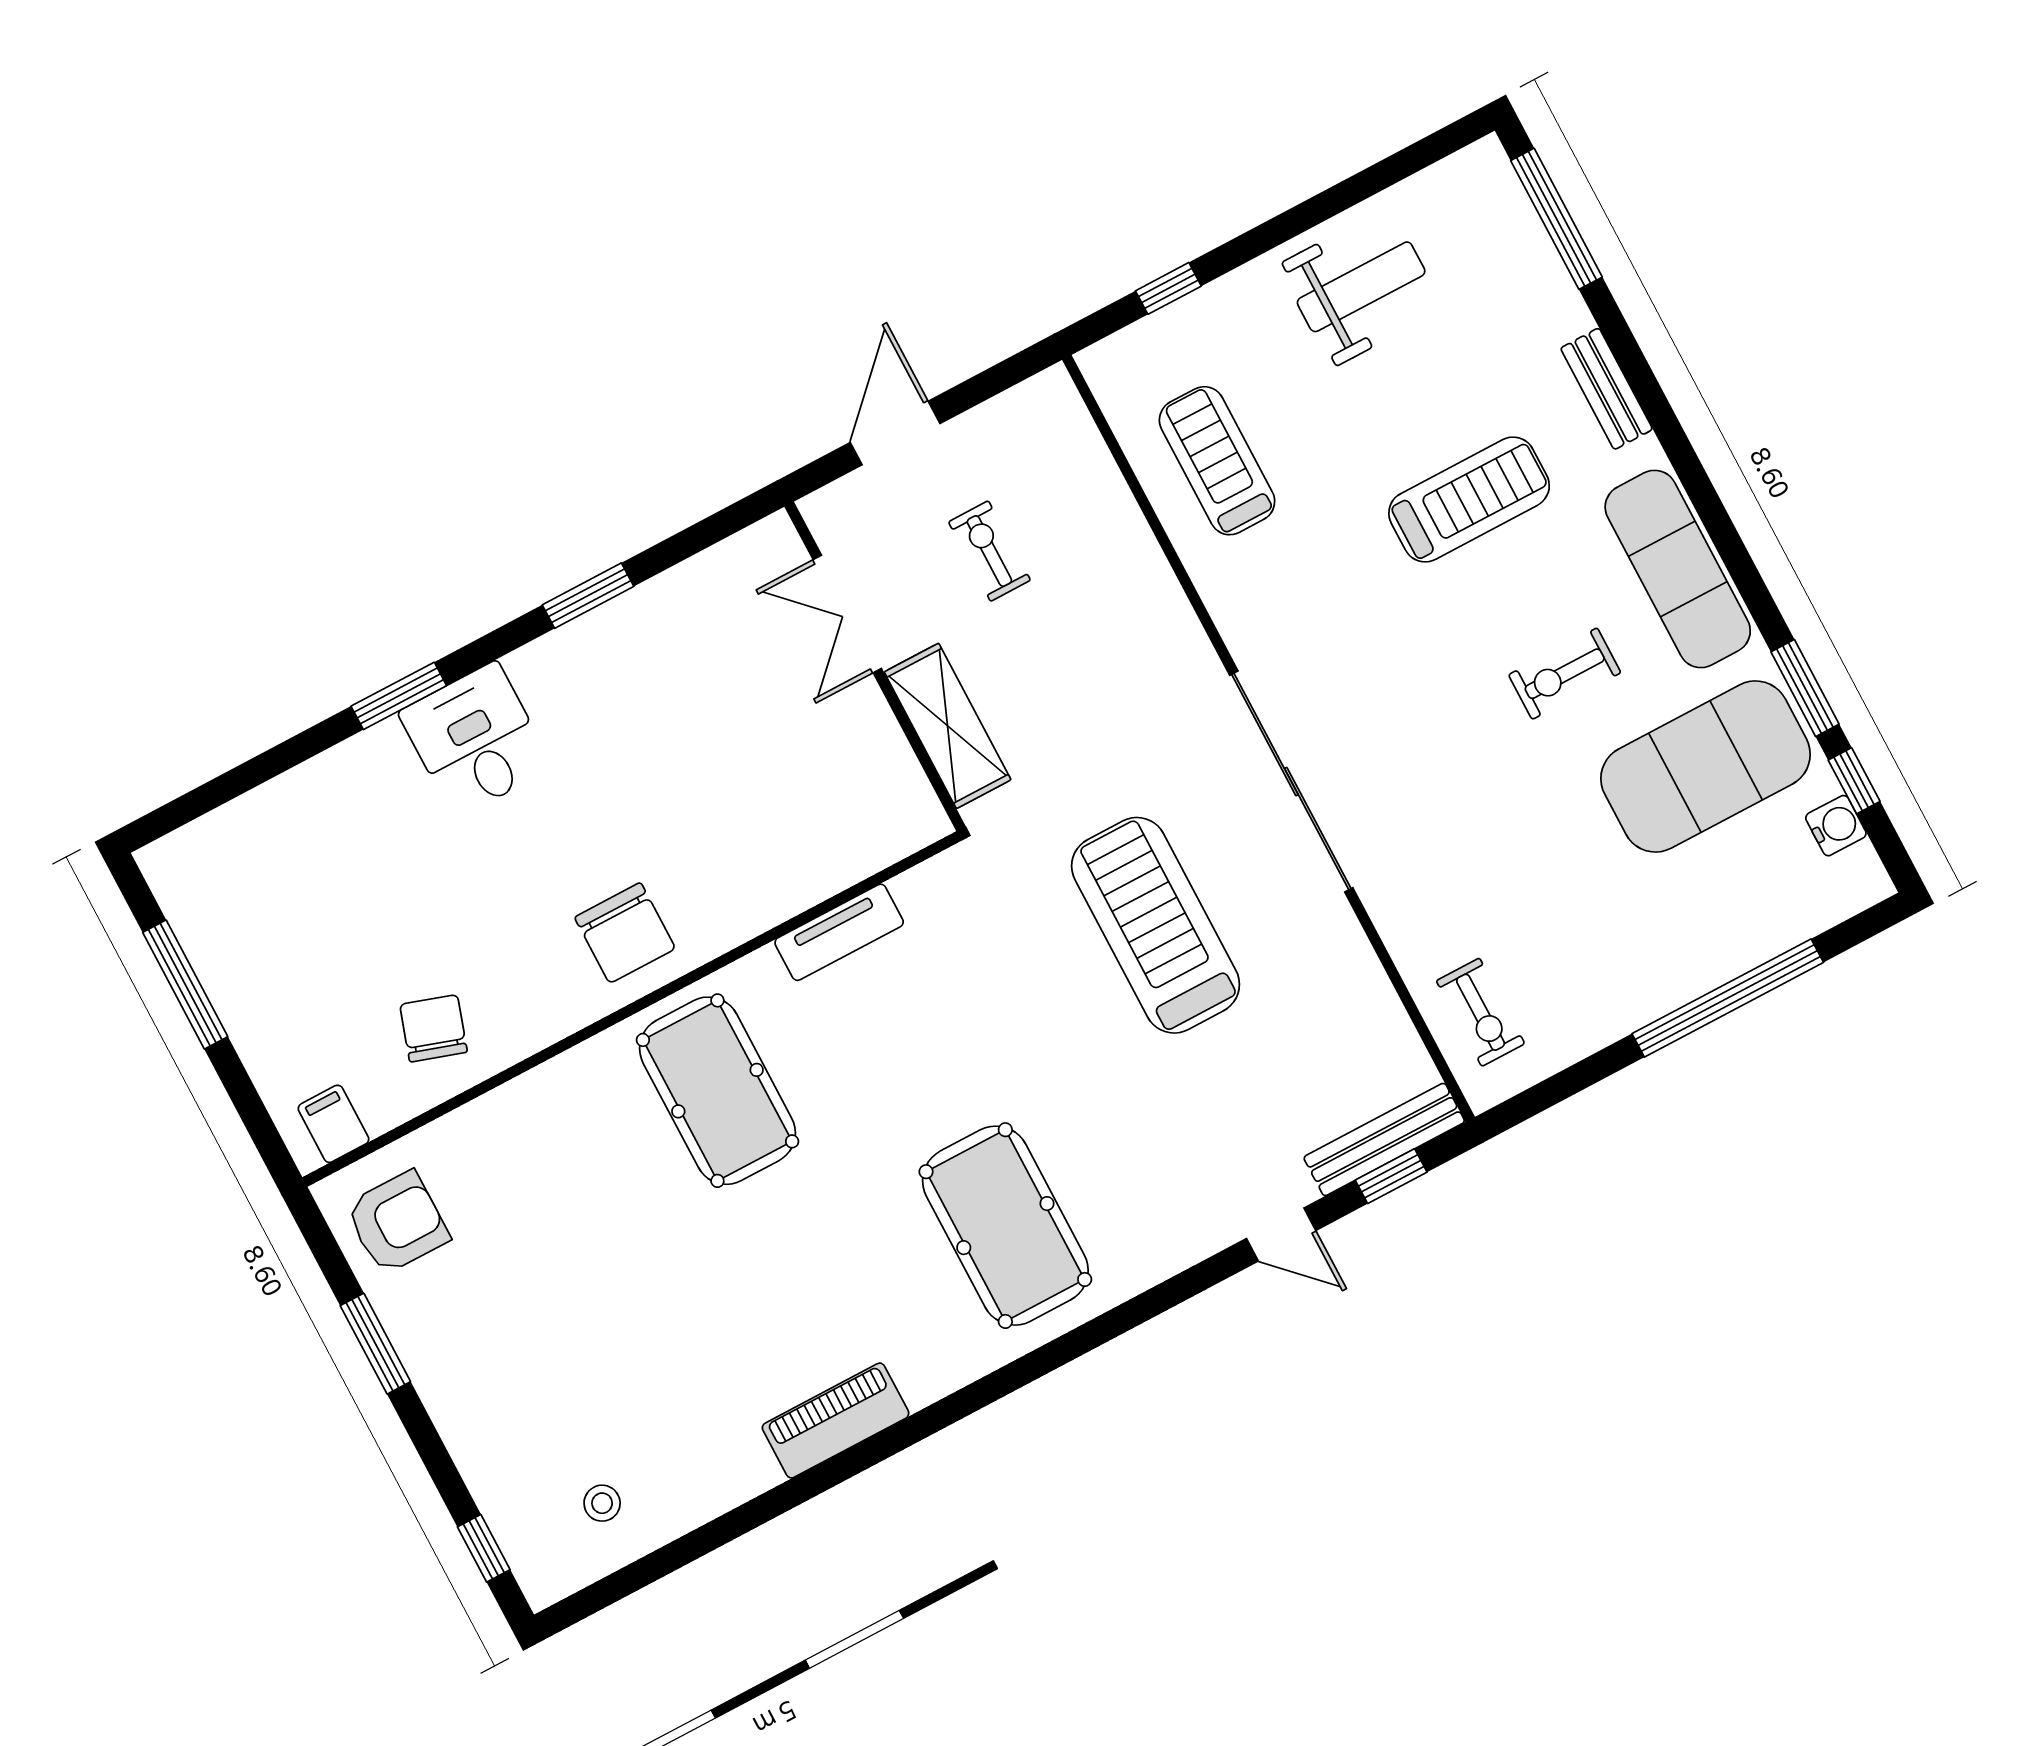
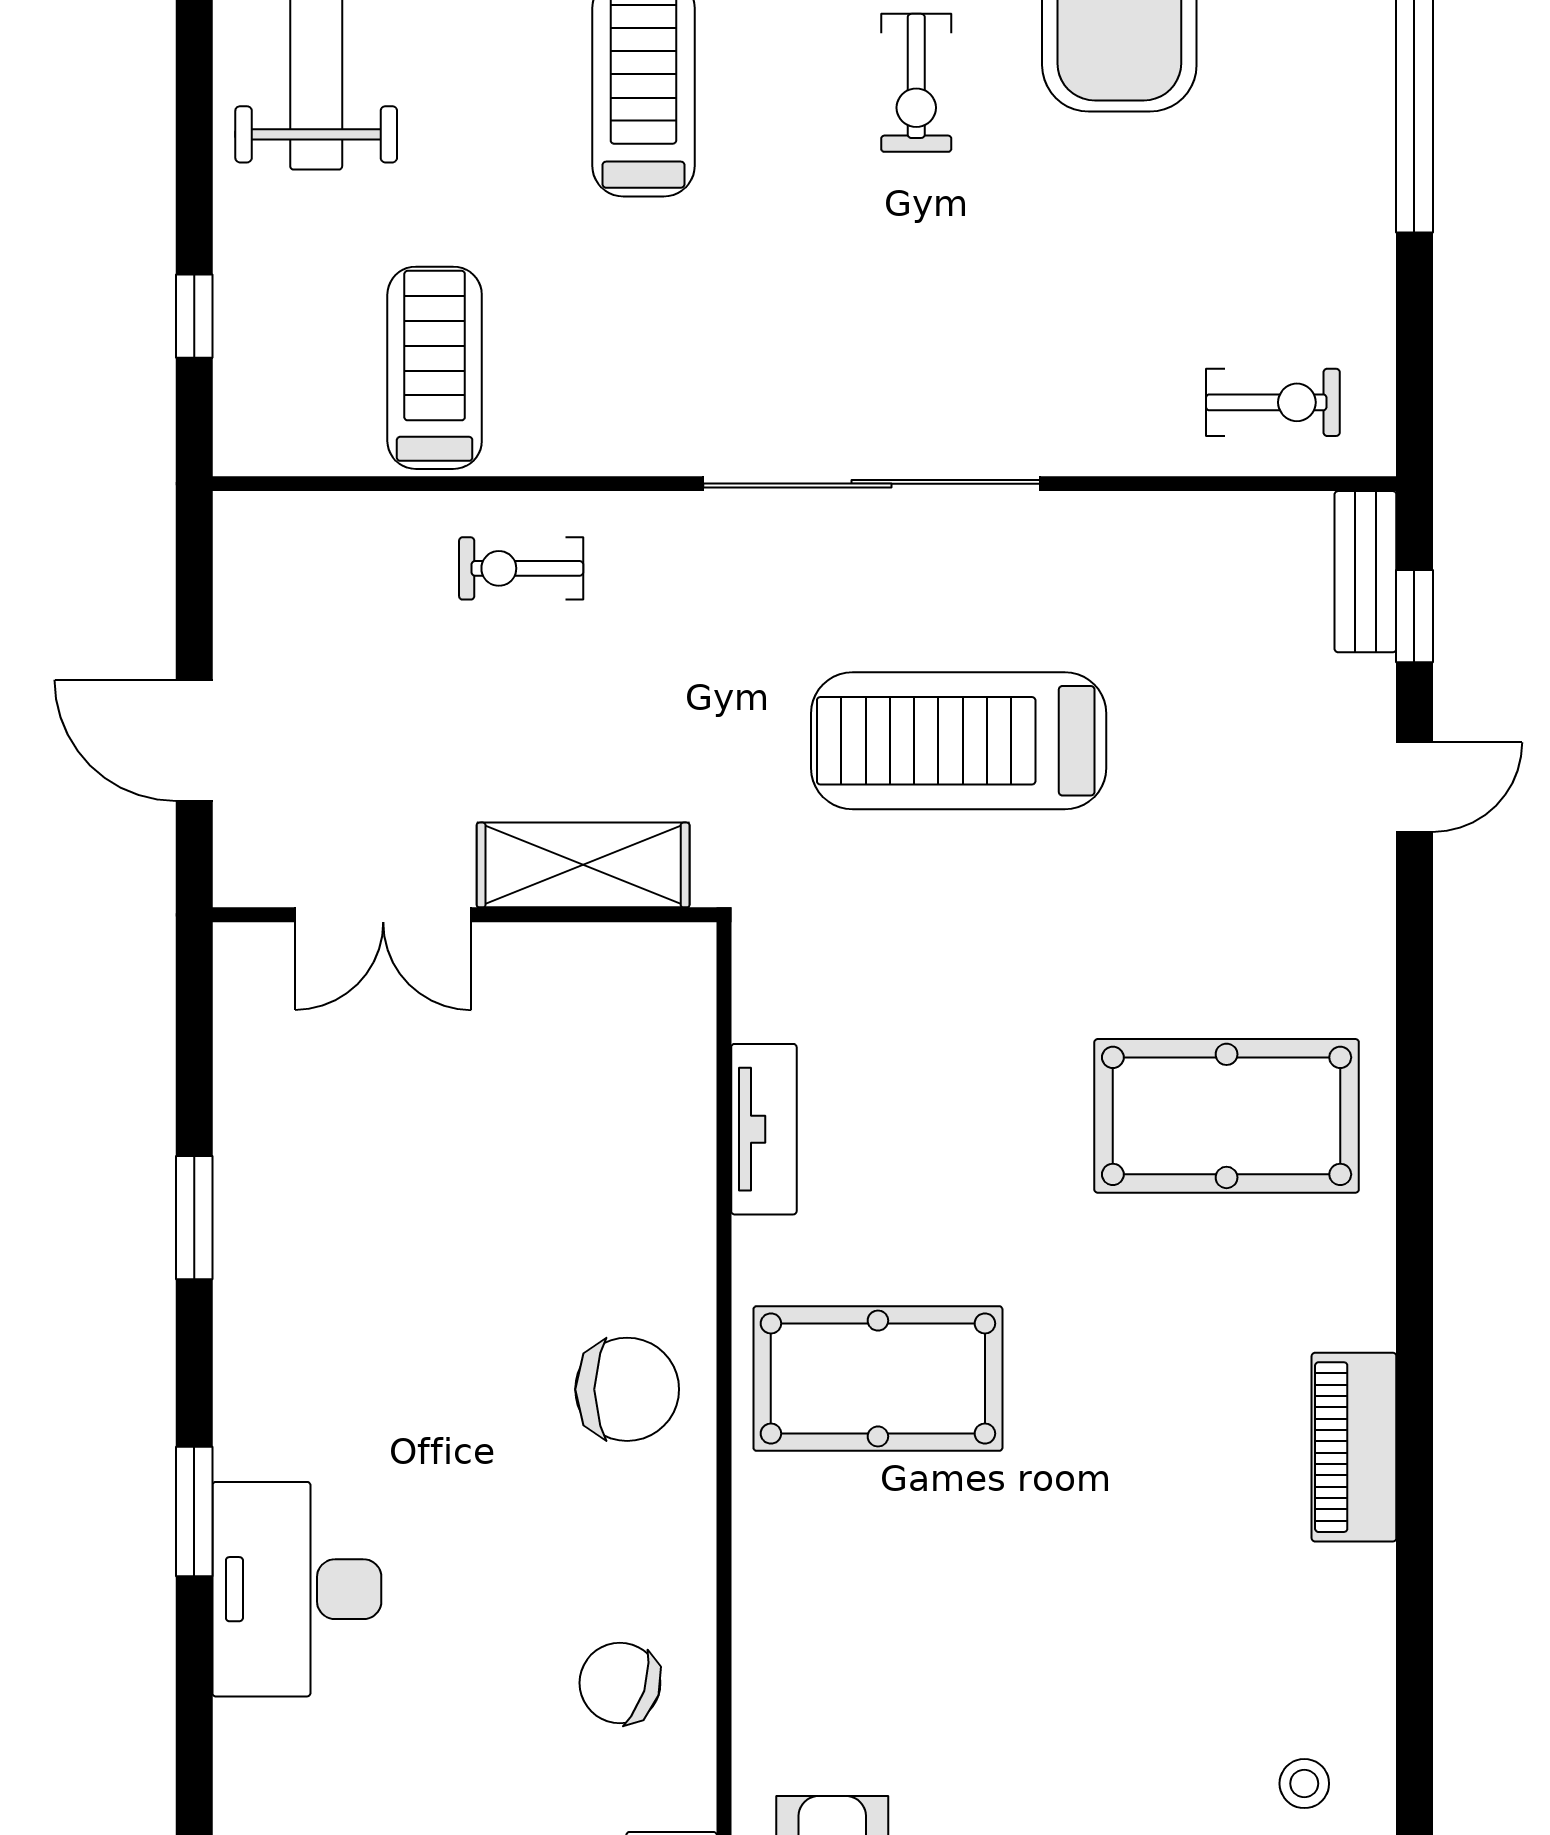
treadmill: (1217, 461) -> (435, 368), turned 90
exercise bike: (989, 551) -> (521, 568), moved
desk: (476, 740) -> (297, 1589), moved, width x1.37
bench: (1384, 1139) -> (1365, 572), width x0.73

